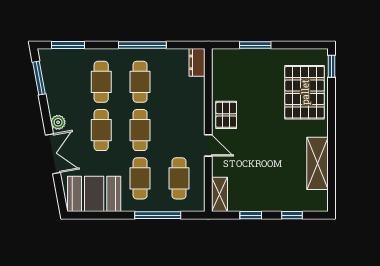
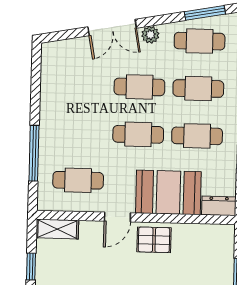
cafe table: (140, 178) -> (200, 41), moved
booth: (94, 194) -> (168, 192), moved, turned 90

